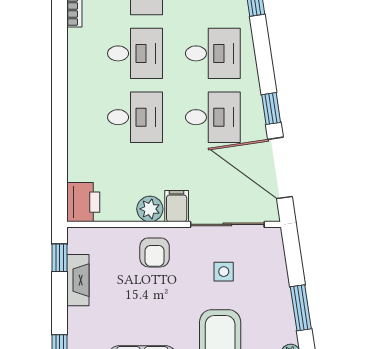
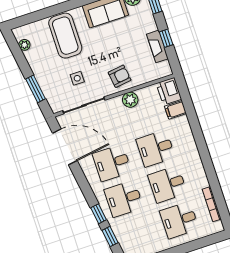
window: (271, 109) -> (99, 214), moved
filing cabinet: (177, 206) -> (175, 110), moved, turned 90
armchair: (155, 252) -> (120, 76), turned 82
window: (60, 258) -> (166, 38), moved
window: (301, 308) -> (36, 89), moved

